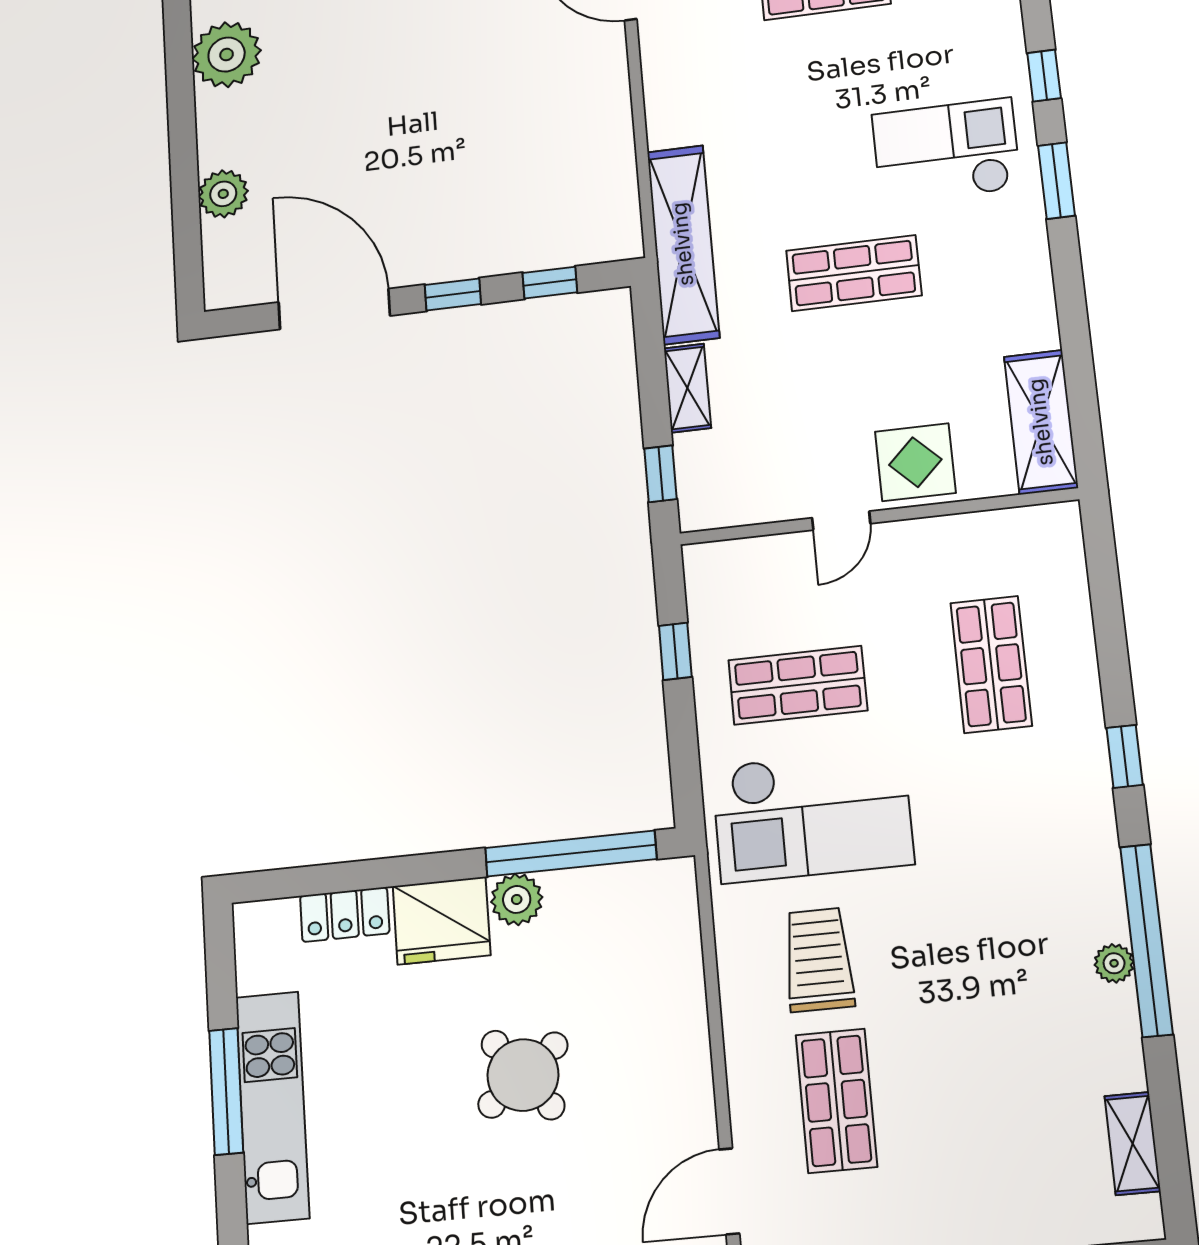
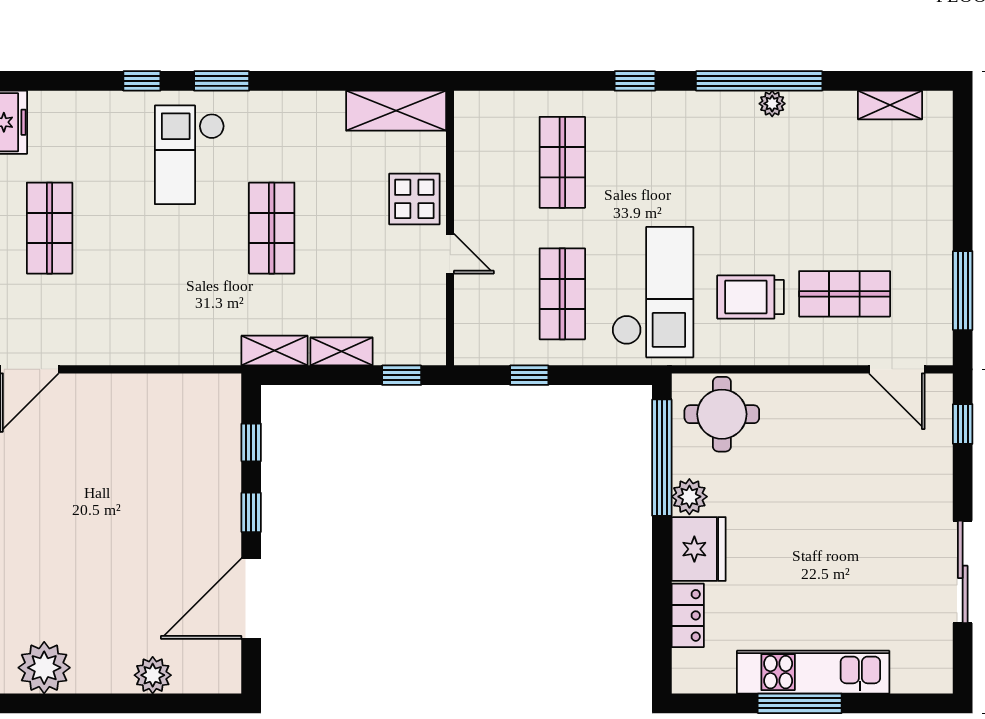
shelving: (683, 244) -> (275, 351), width x0.45, depth x0.75
shop shelf: (991, 664) -> (562, 162), turned 90
round table: (523, 1075) -> (722, 414), moved, turned 38

